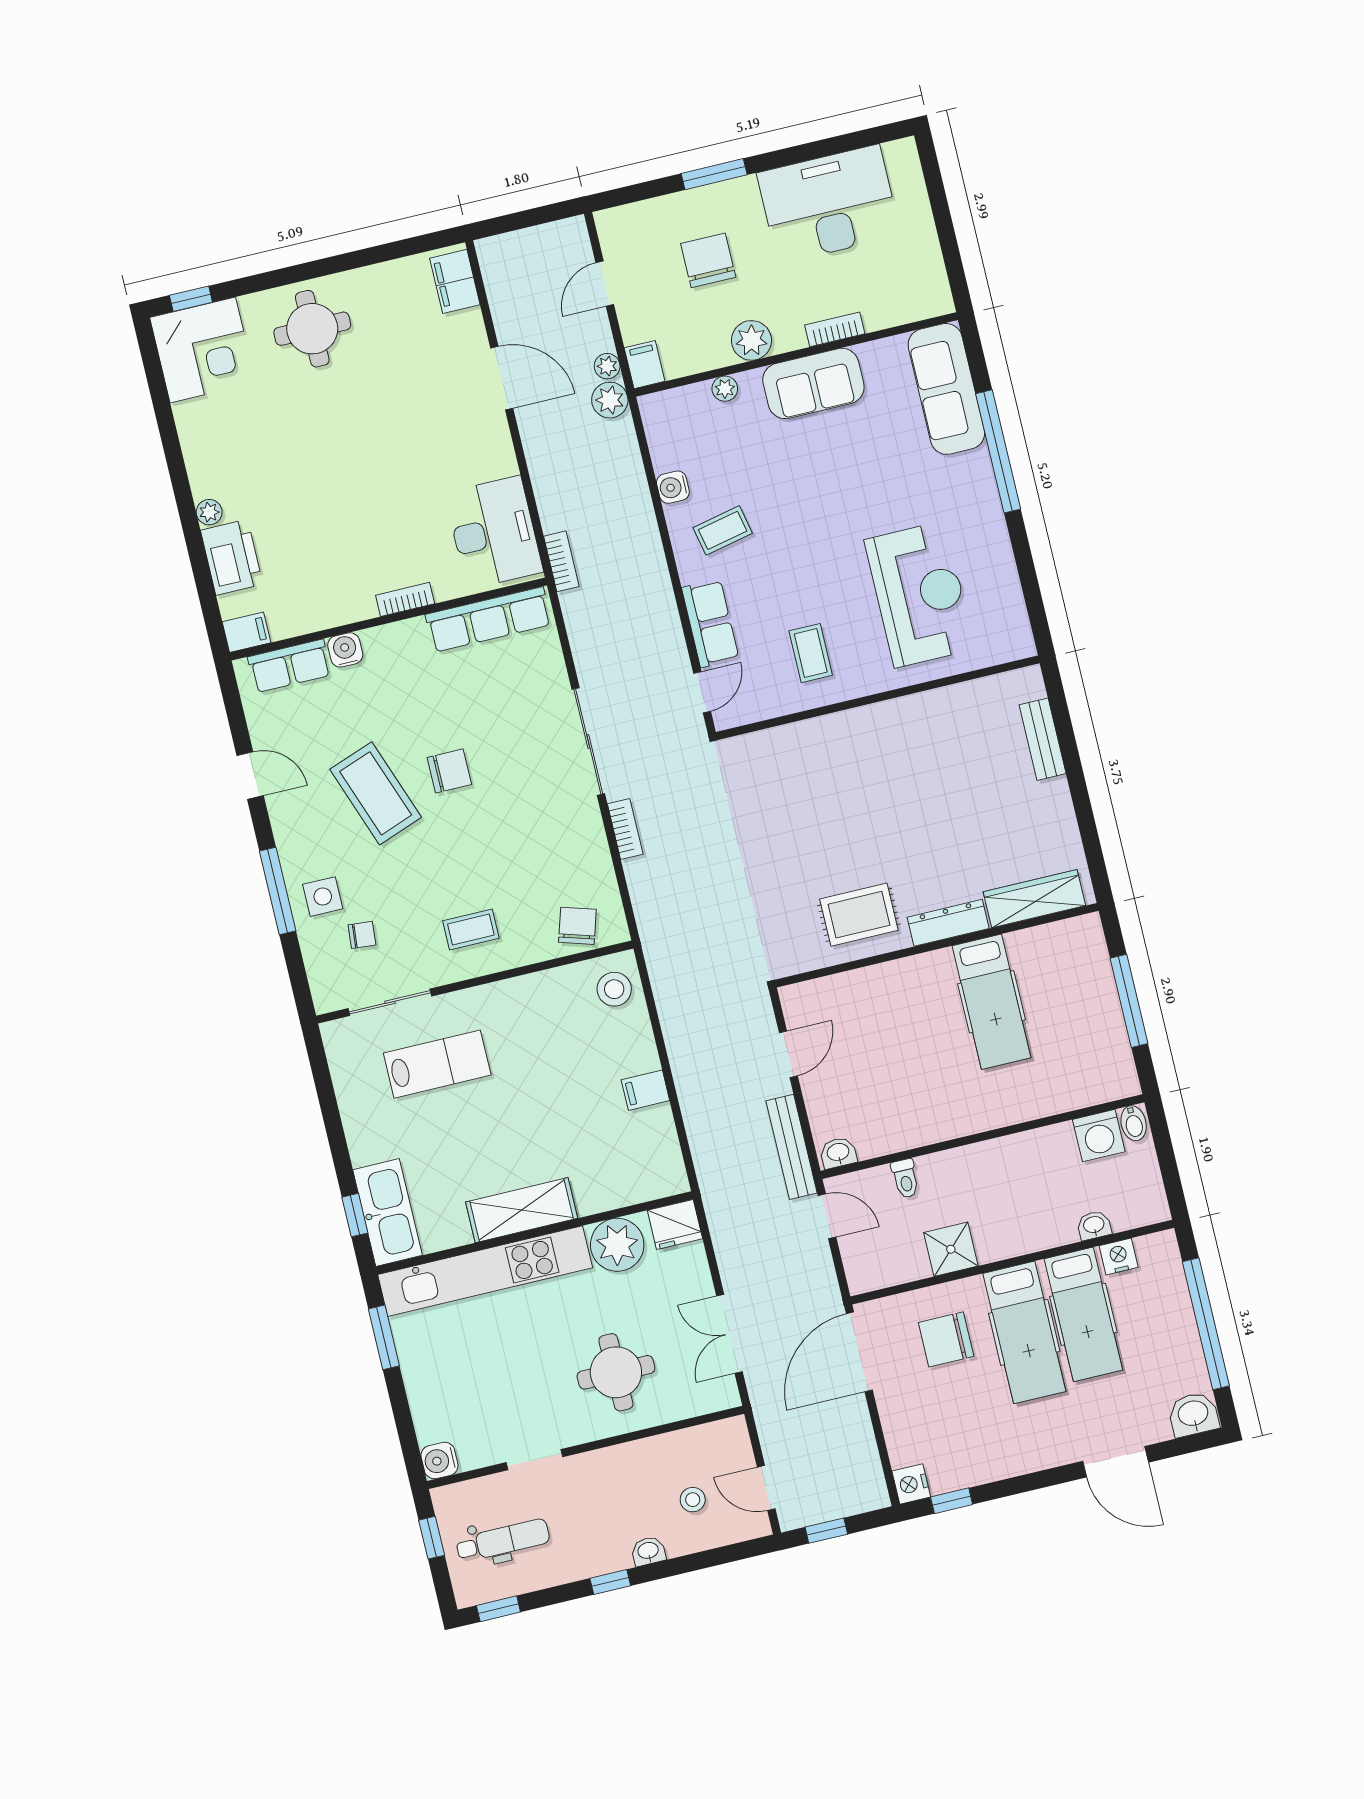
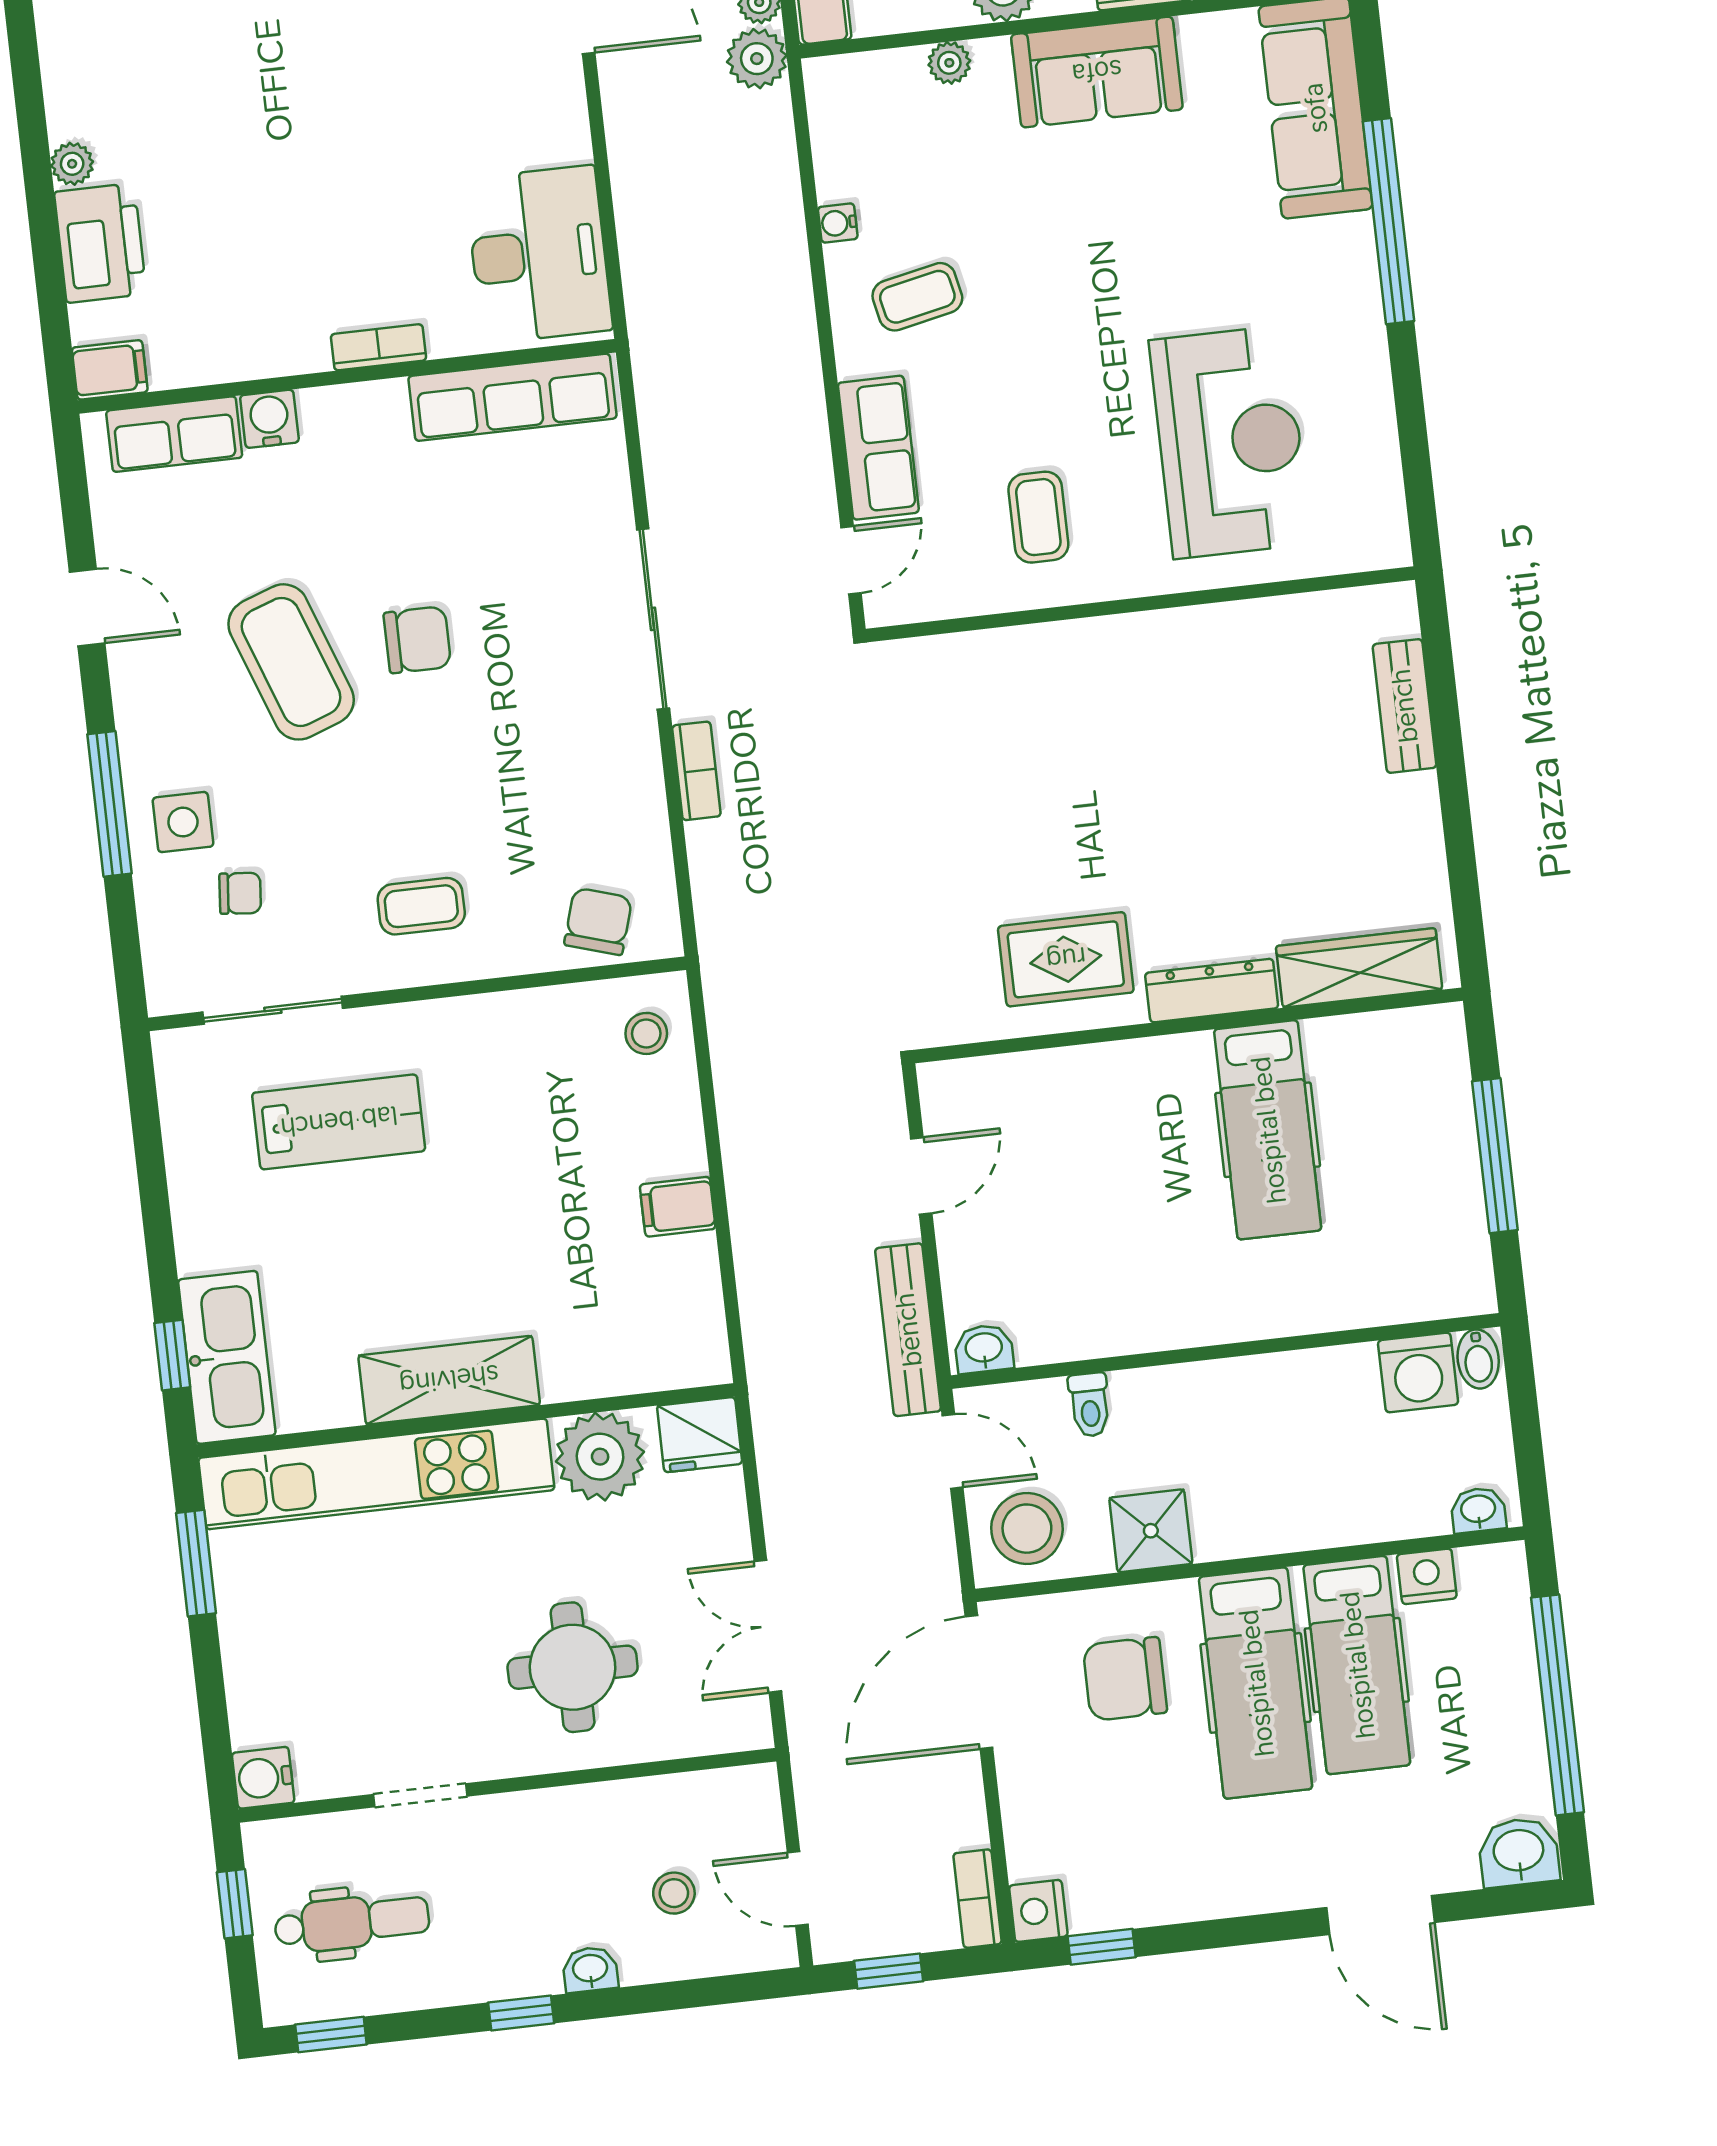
water cooler: (673, 487) -> (838, 223), width x0.72, depth x0.72
bookcase: (561, 561) -> (977, 1899), moved, turned 180
stool: (614, 989) -> (646, 1033), width x0.73, depth x0.73
washbasin: (1094, 1225) -> (1478, 1510), moved
stool: (877, 1257) -> (1027, 1529), added

